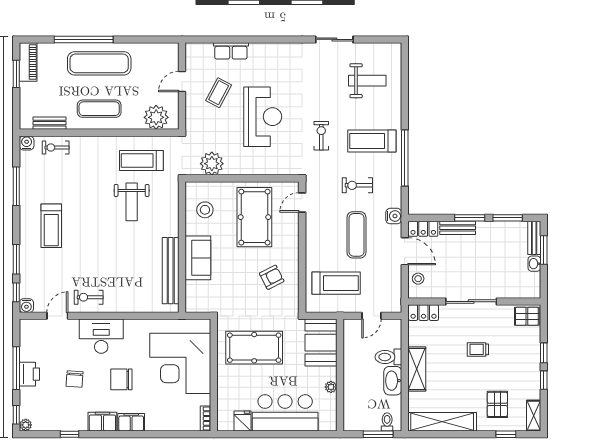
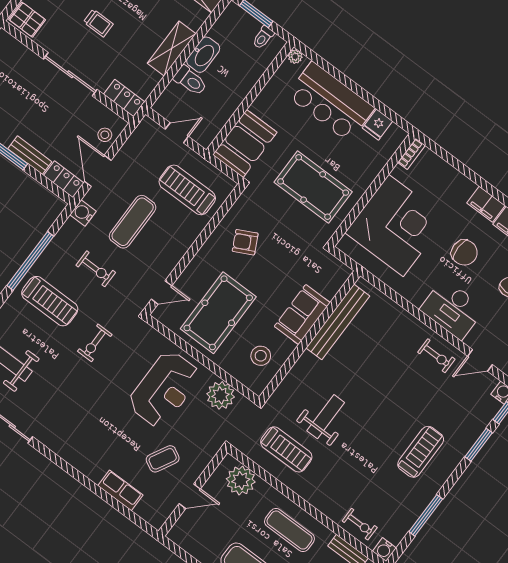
reception desk: (263, 117) -> (164, 389), moved, turned 180
plant: (331, 387) -> (295, 57), moved
toilet: (387, 422) -> (263, 37), moved

